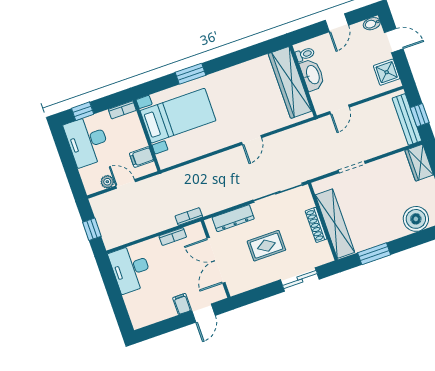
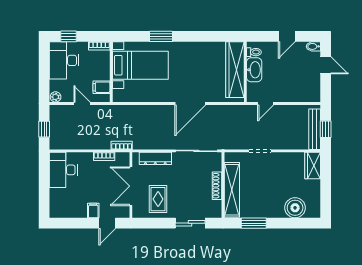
shower: (387, 72) -> (312, 88), removed
door: (252, 140) -> (190, 104), width x1.88
plant: (107, 182) -> (56, 97), moved
rug: (266, 246) -> (158, 199), moved, turned 90

